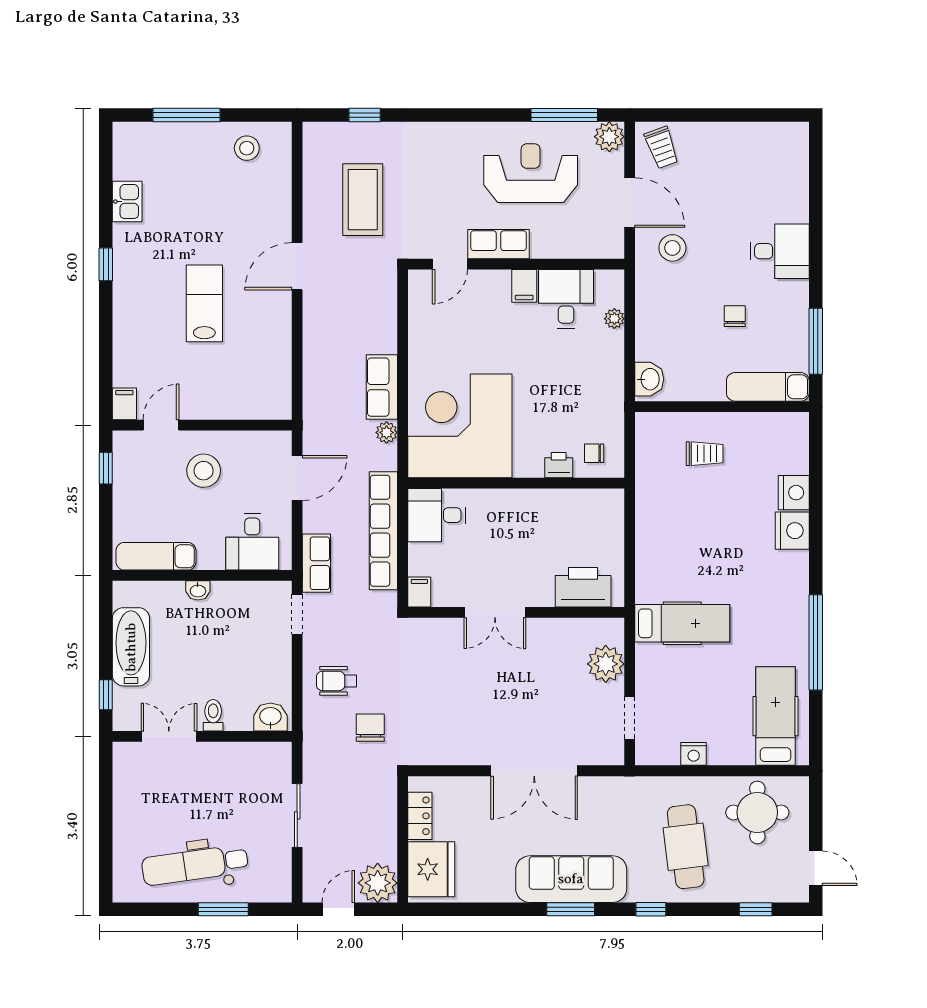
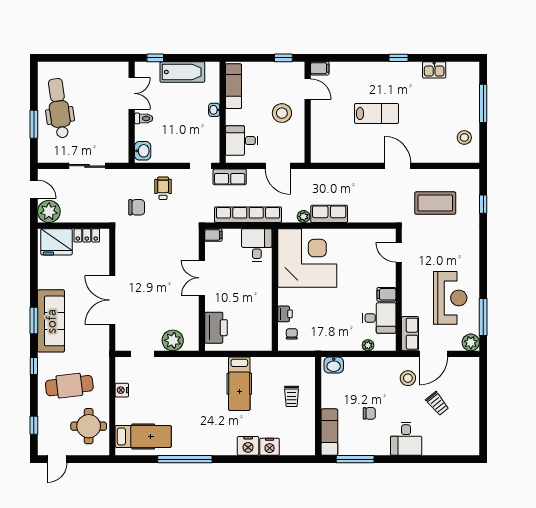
trolley: (662, 147) -> (437, 404), moved, turned -109
row of seats: (499, 244) -> (410, 334), moved
hospital bed: (682, 623) -> (239, 384), moved

